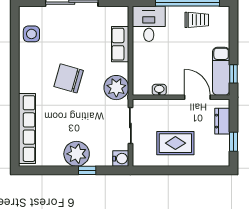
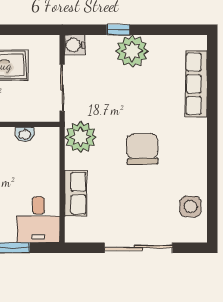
chair: (69, 78) -> (142, 149), turned -107
row of seats: (27, 129) -> (196, 84), width x0.73

